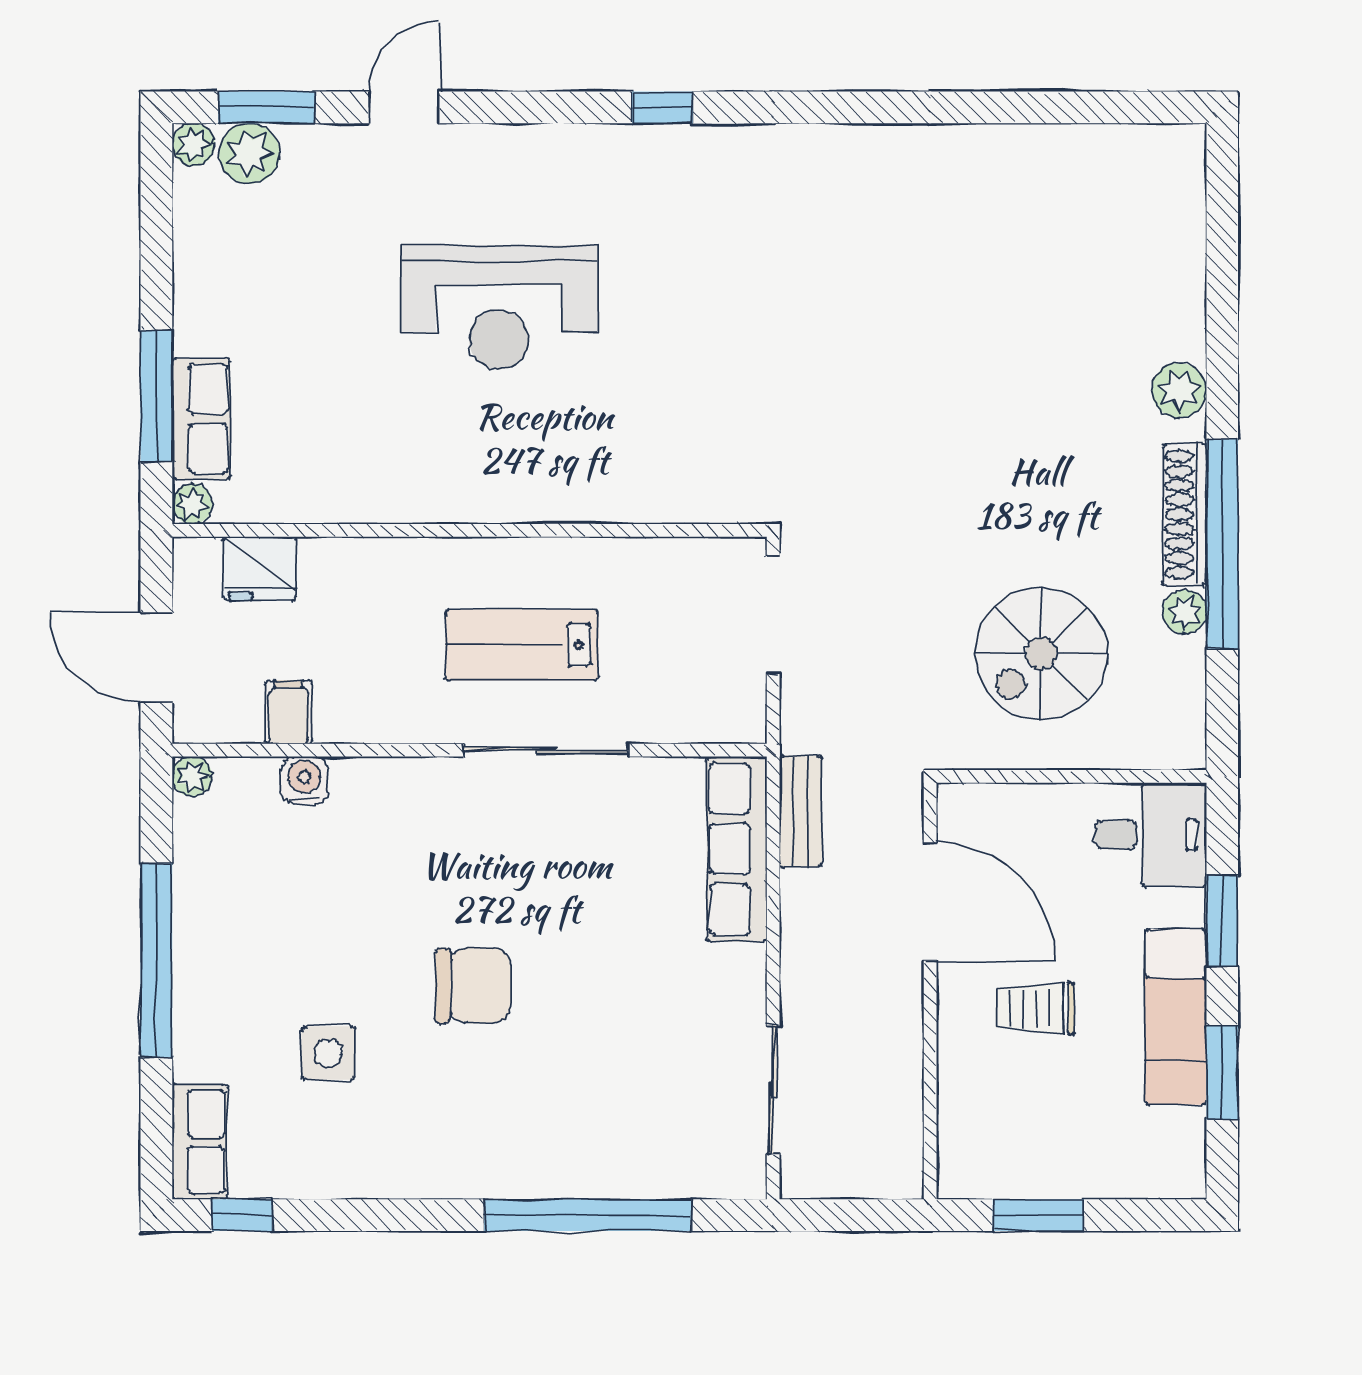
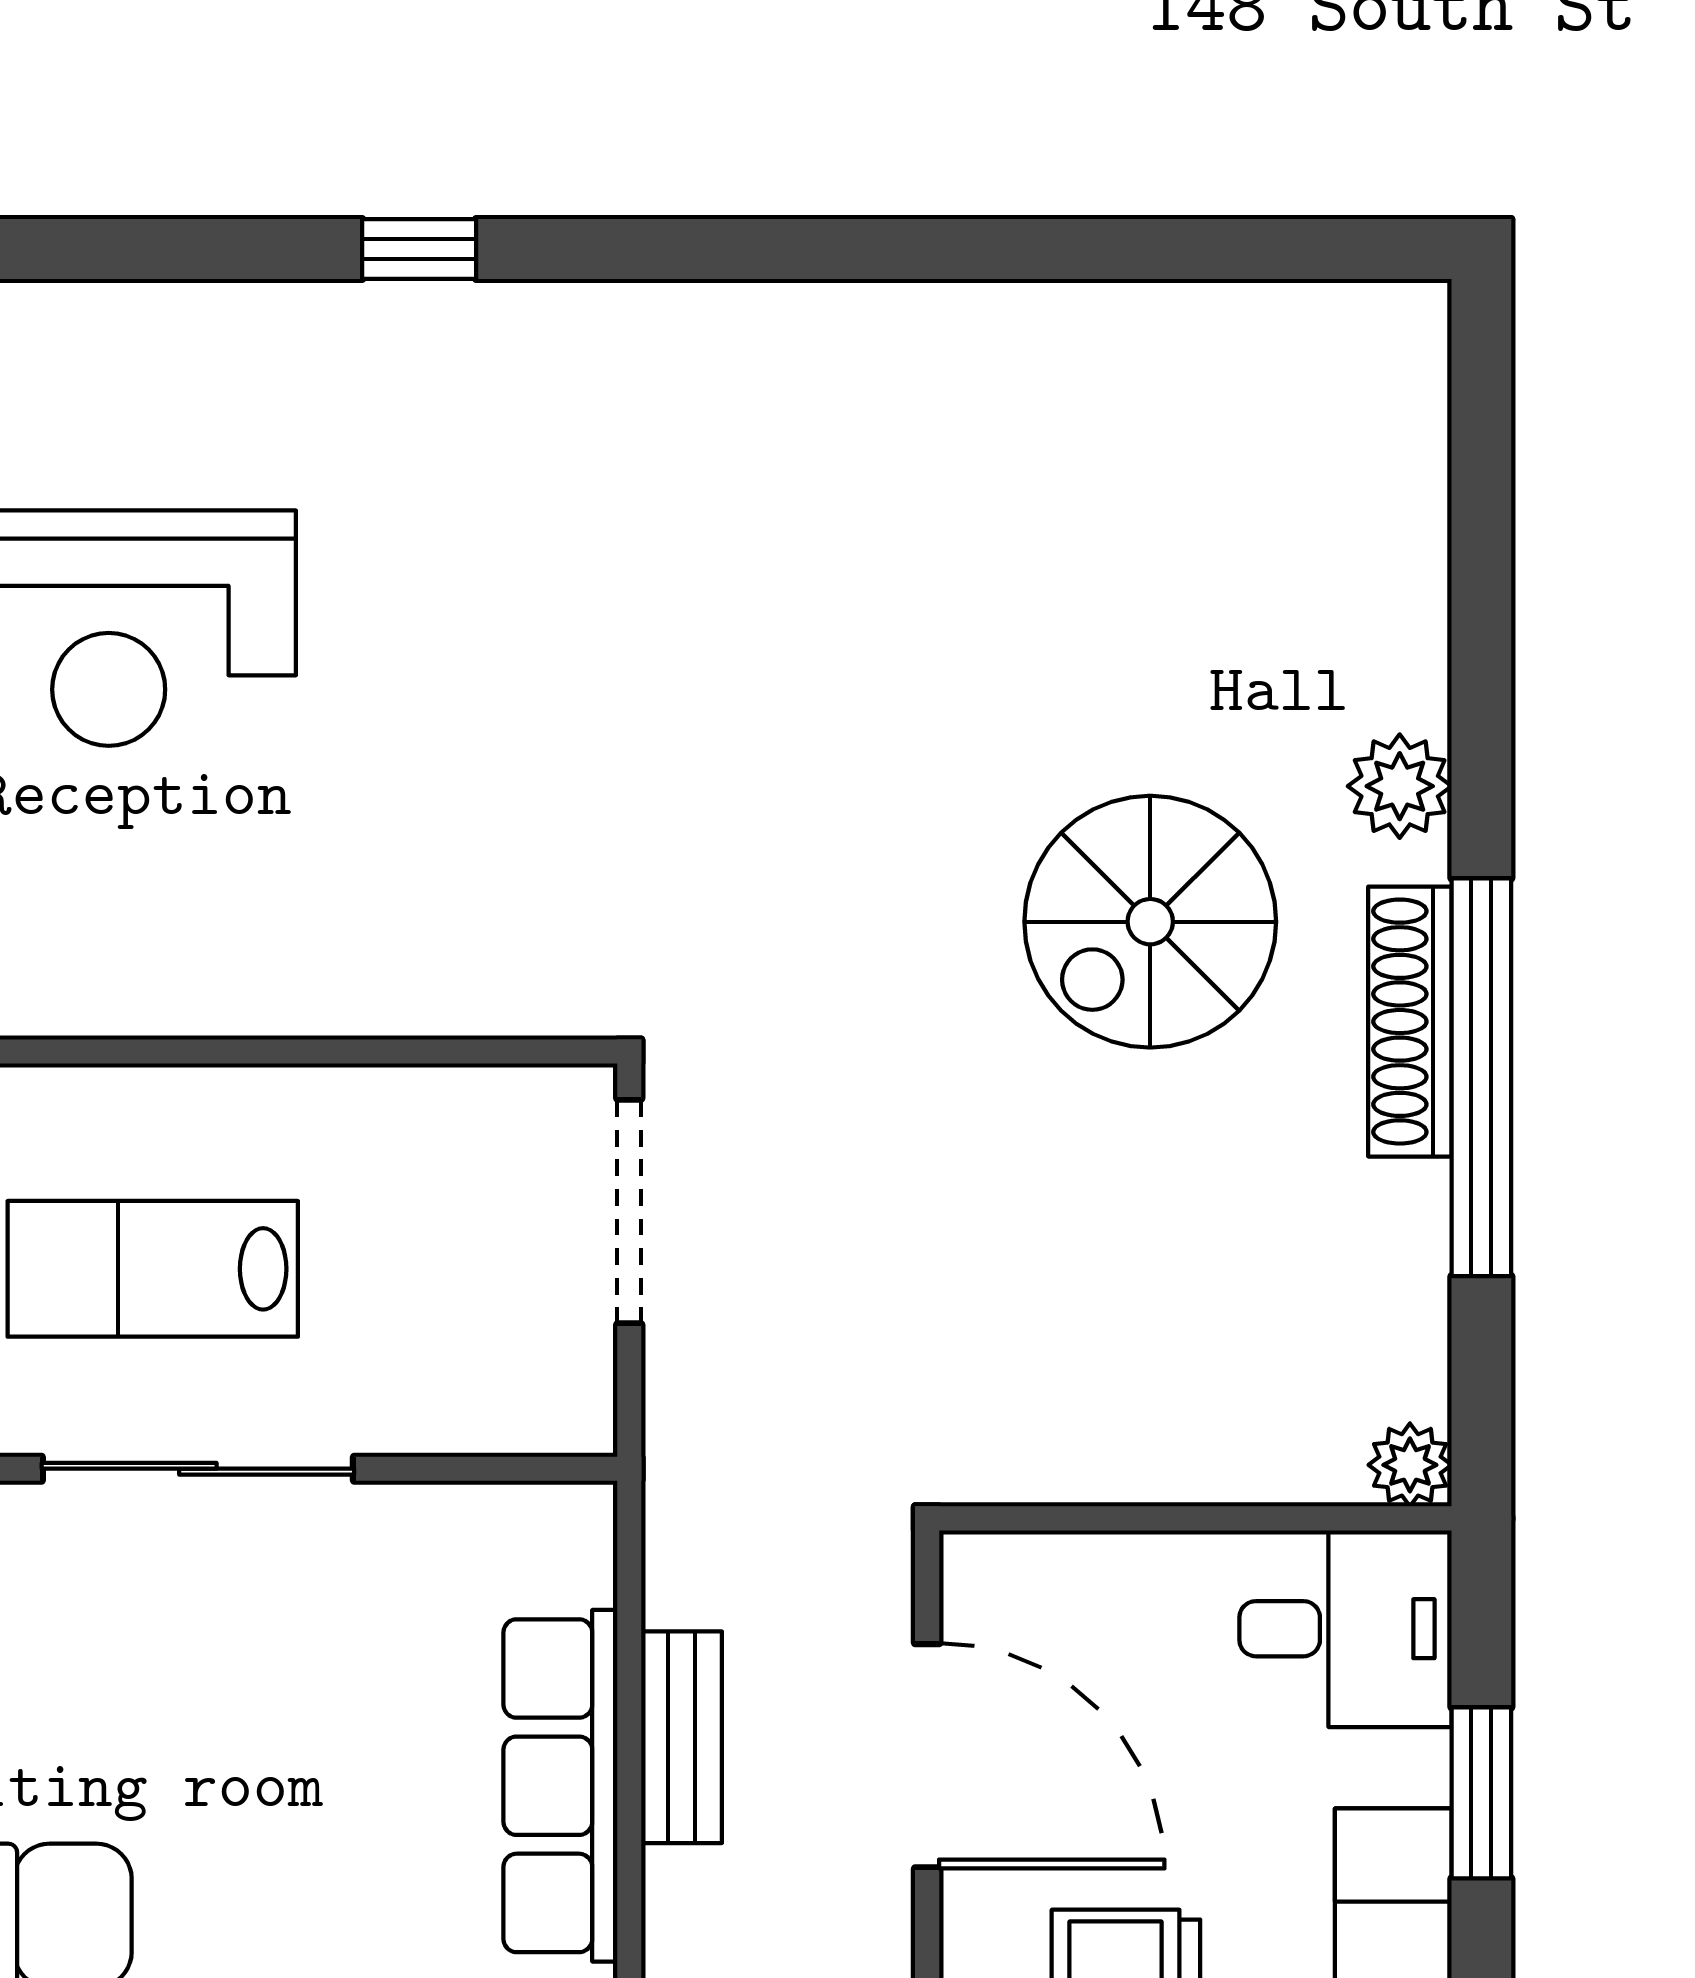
plant: (1185, 612) -> (1410, 1465), moved
spiral stairs: (1041, 654) -> (1150, 922), moved
bench: (801, 811) -> (682, 1737), moved
row of seats: (737, 849) -> (560, 1786), moved

